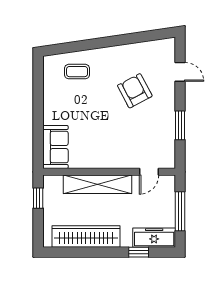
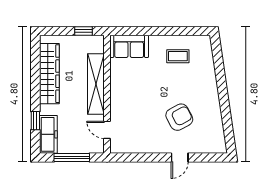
coffee table: (77, 72) -> (178, 56), moved, turned 90
door: (180, 72) -> (180, 157), moved
window: (180, 125) -> (149, 157), removed

